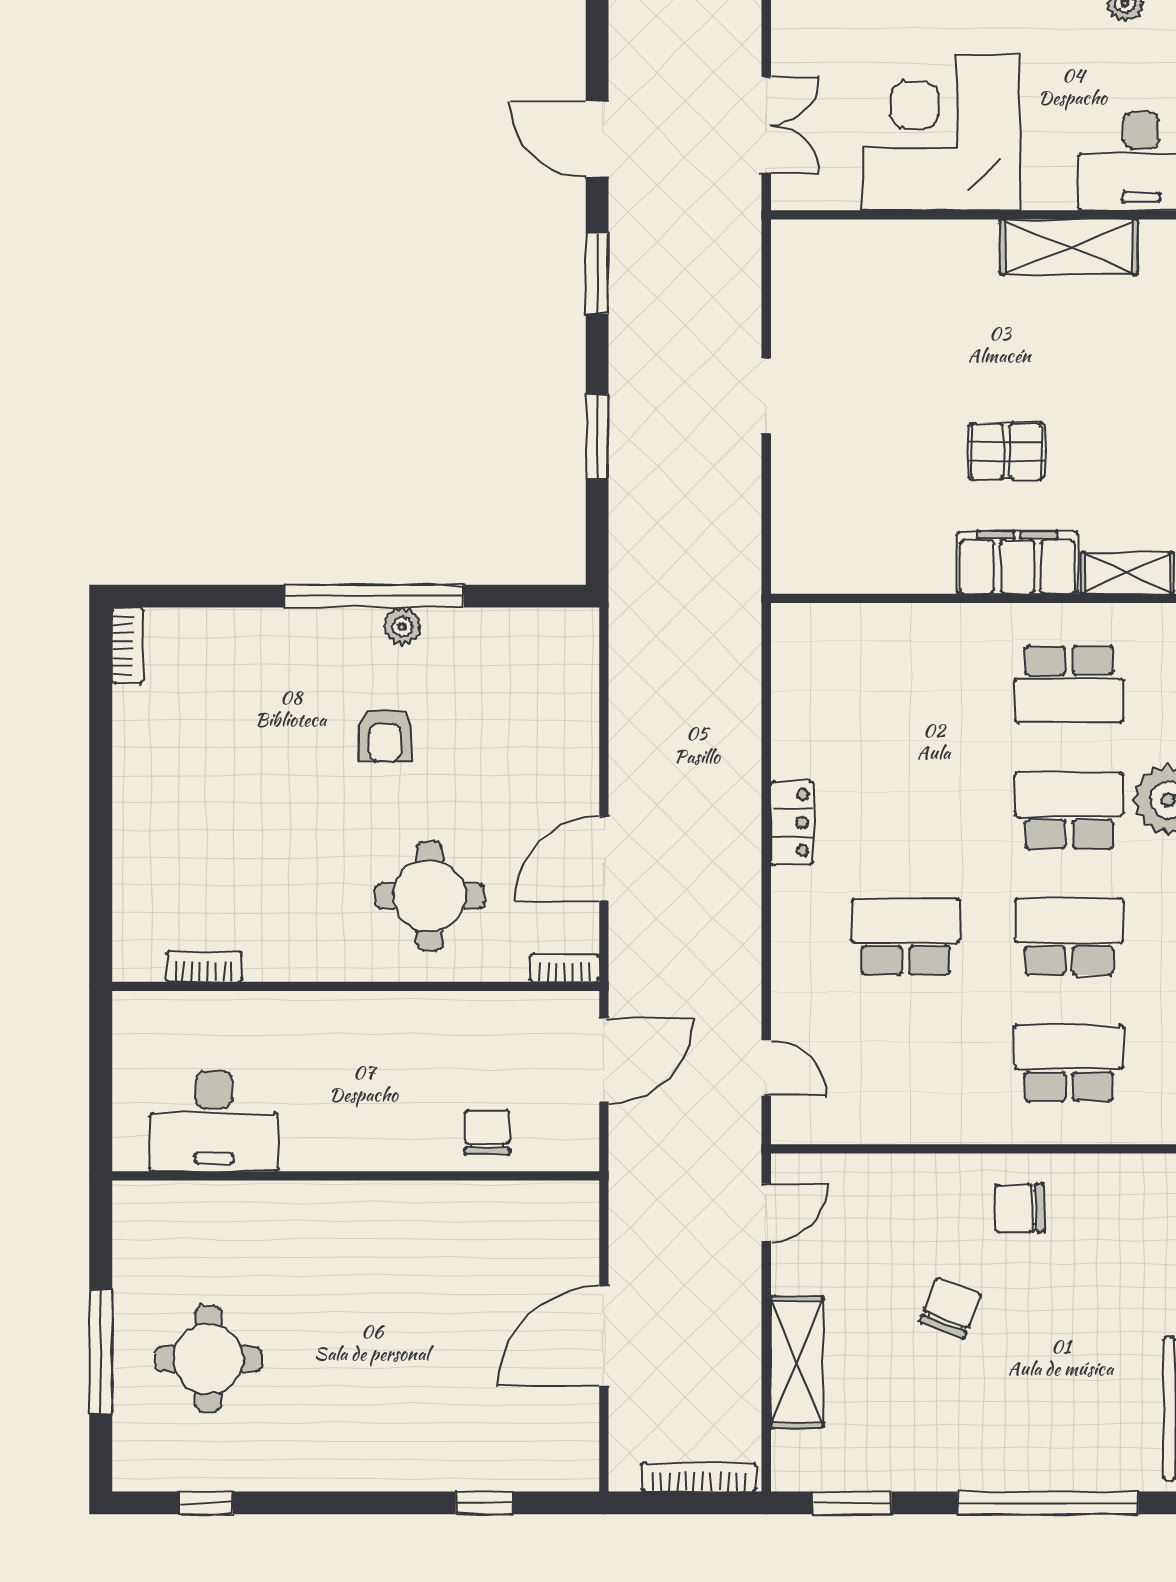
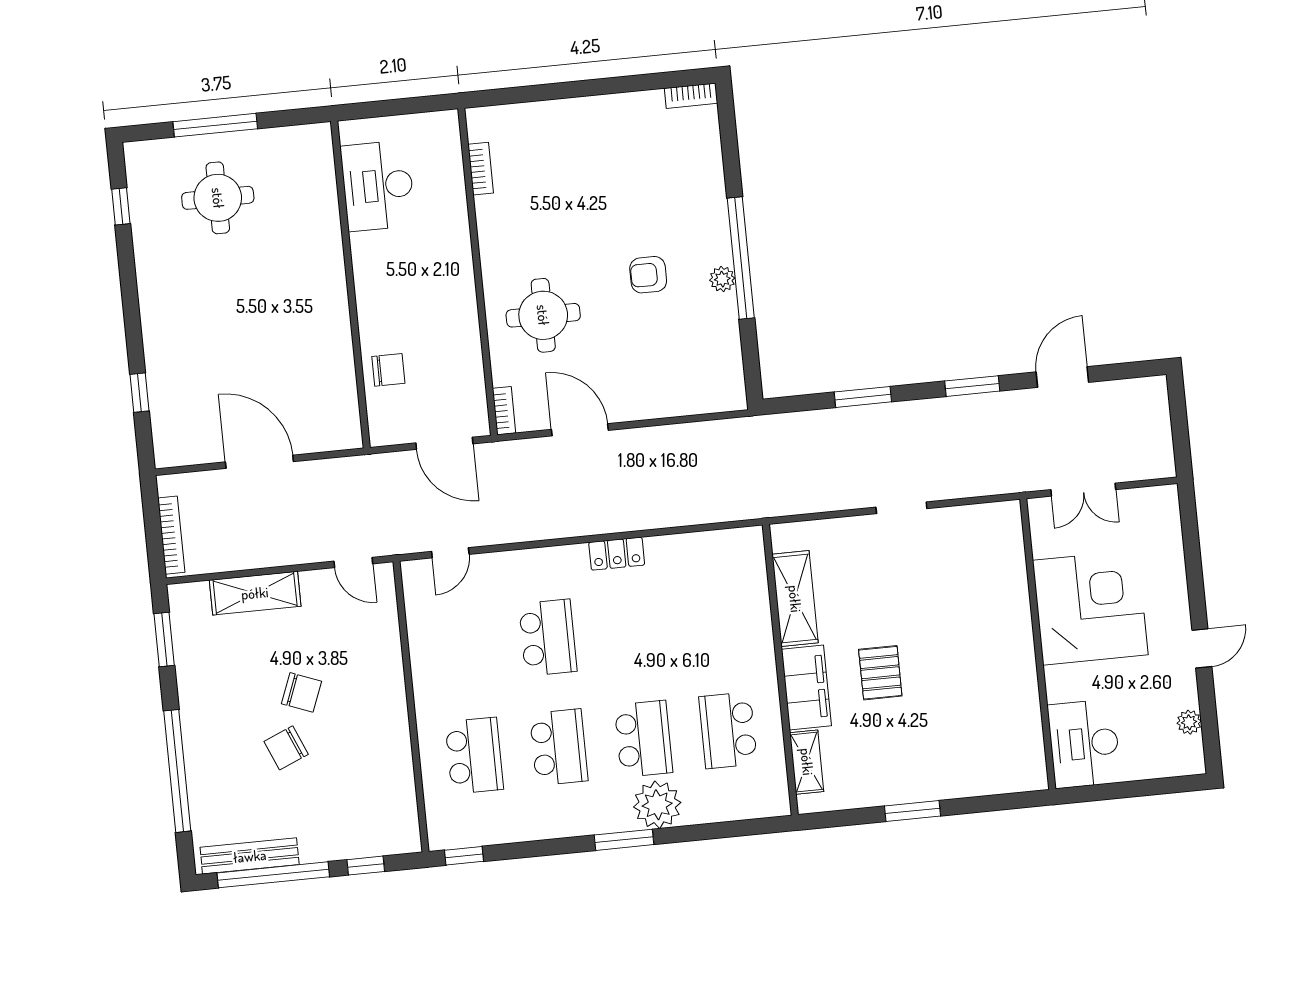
shelving: (1069, 247) -> (795, 599), moved
chair: (1020, 1208) -> (286, 748), moved, turned -111

